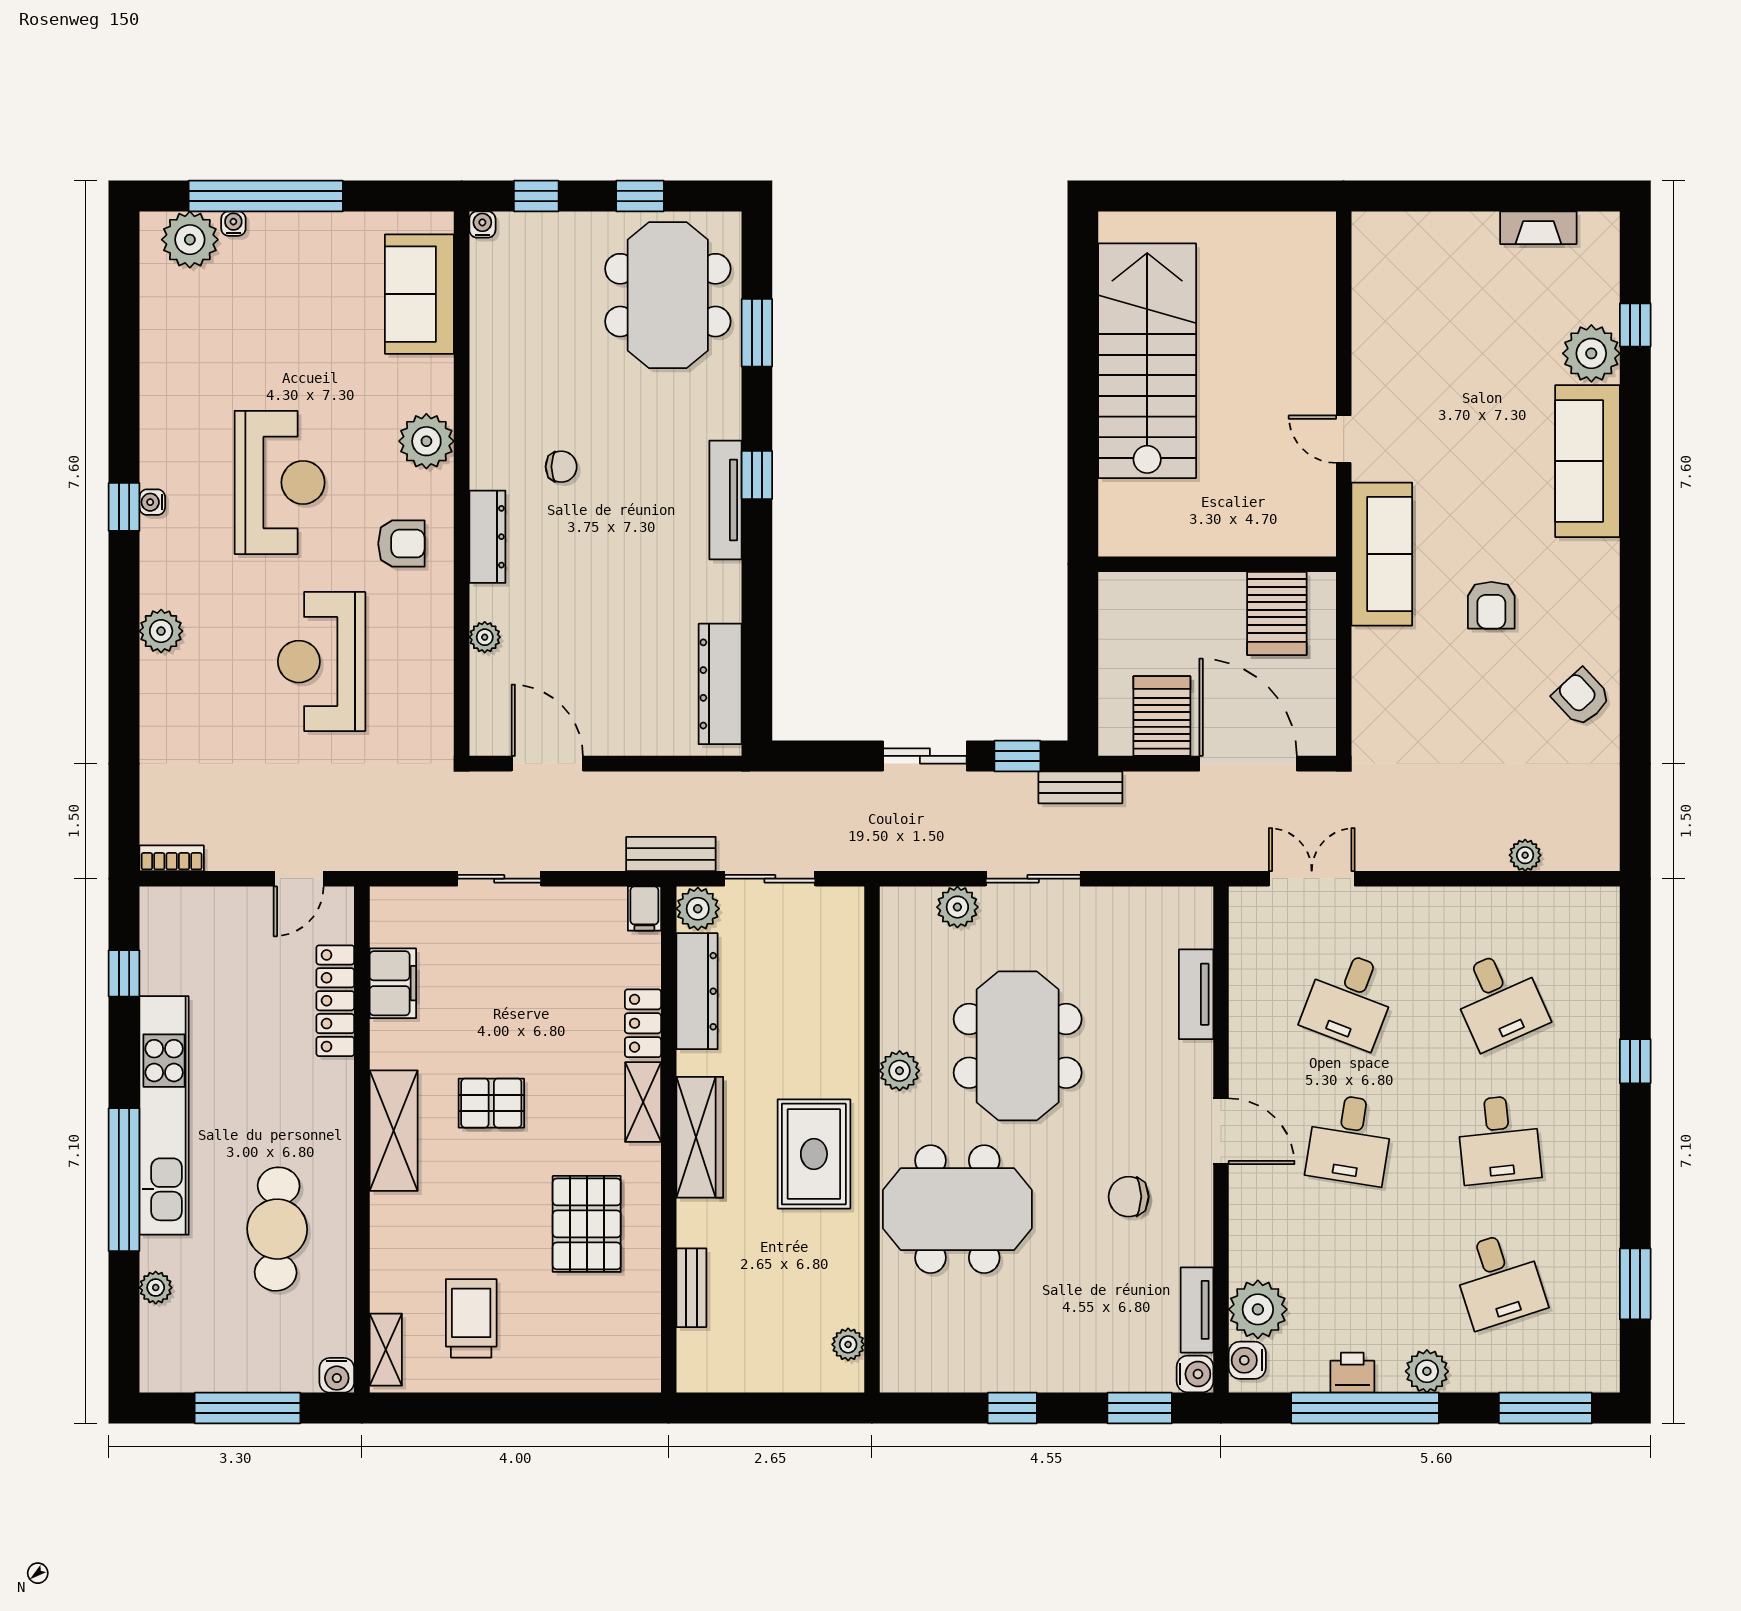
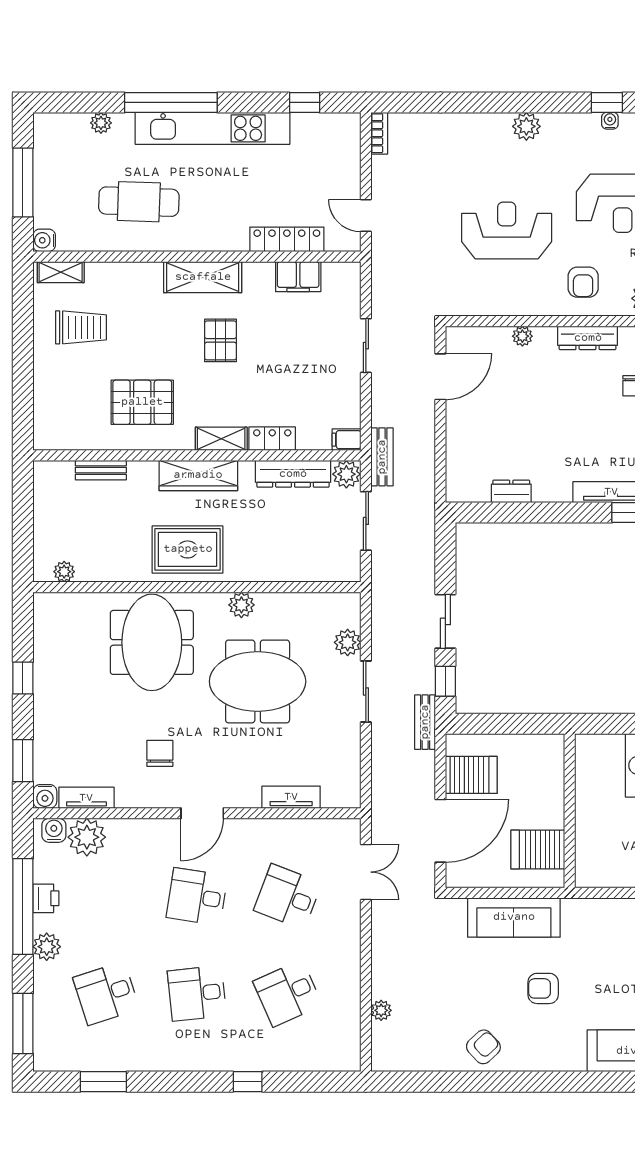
sofa: (1382, 554) -> (514, 917), moved
dresser: (720, 684) -> (511, 491), width x0.51, depth x0.80

